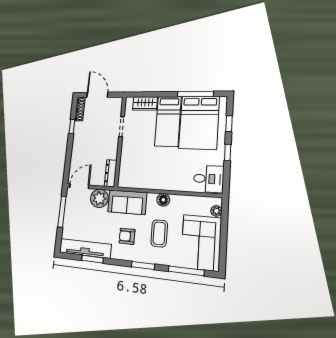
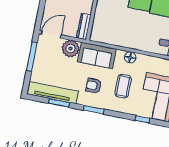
window: (143, 265) -> (94, 110), moved
window: (186, 271) -> (142, 119), width x0.46

